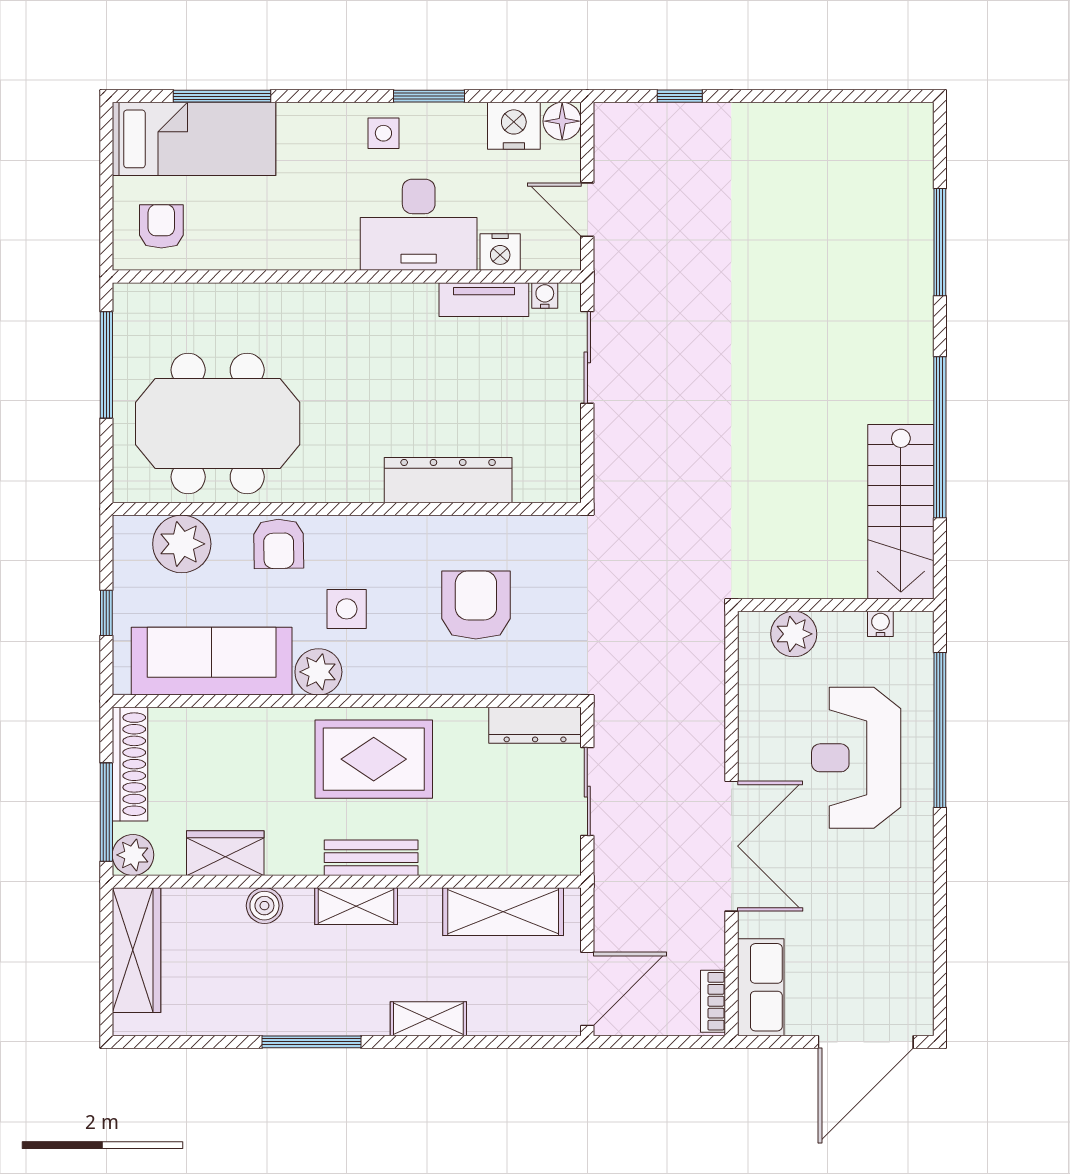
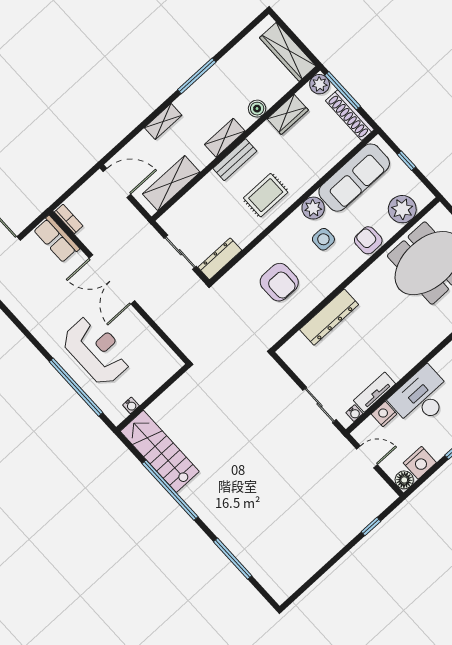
plant: (794, 634) -> (158, 374), removed
rug: (374, 759) -> (266, 195), width x0.73, depth x0.70
door: (587, 989) -> (117, 183), swing flipped

